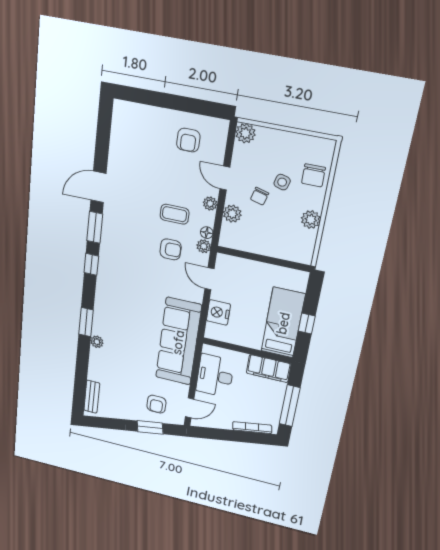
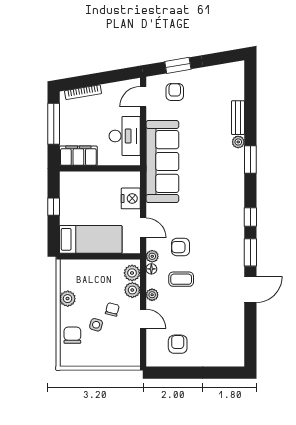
plant: (245, 133) -> (132, 273), moved
bed: (283, 323) -> (91, 239), moved, turned -90
bench: (92, 397) -> (238, 118), moved

